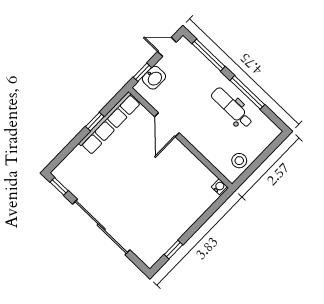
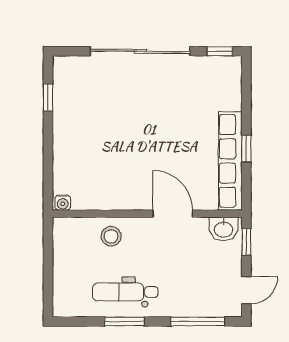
washbasin: (154, 78) -> (224, 229), moved, turned -90
window: (247, 92) -> (124, 321), width x0.69
dental chair: (232, 108) -> (125, 292), turned 180
stool: (239, 161) -> (111, 236), moved

